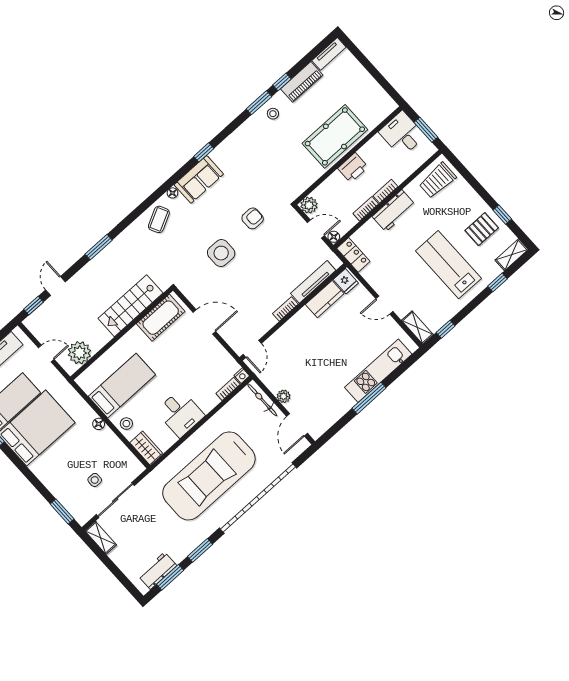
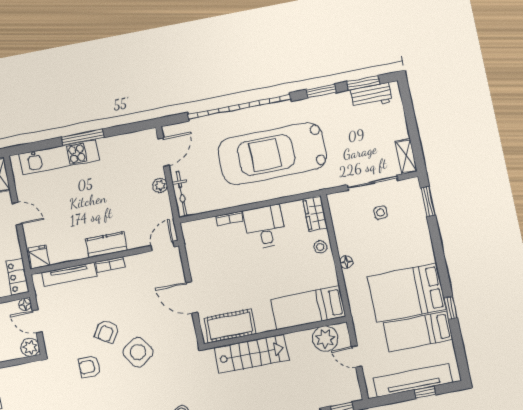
side table: (221, 253) -> (138, 352), turned -34
armchair: (256, 255) -> (107, 331), added
kitchen counter: (325, 299) -> (106, 245), moved
nightstand: (242, 376) -> (187, 227), removed
bed: (122, 386) -> (308, 308), moved
bookcase: (228, 389) -> (229, 218), moved
car: (209, 476) -> (272, 154), turned 180

